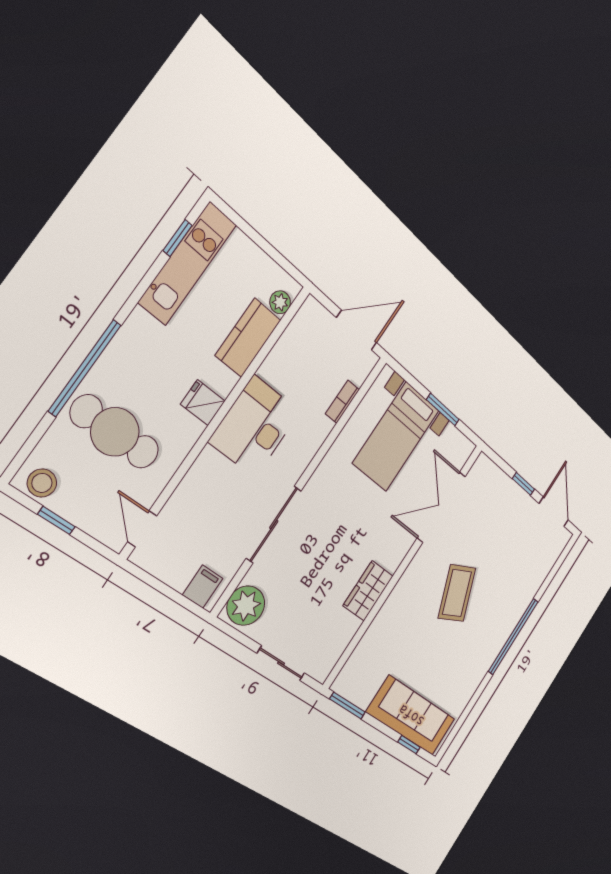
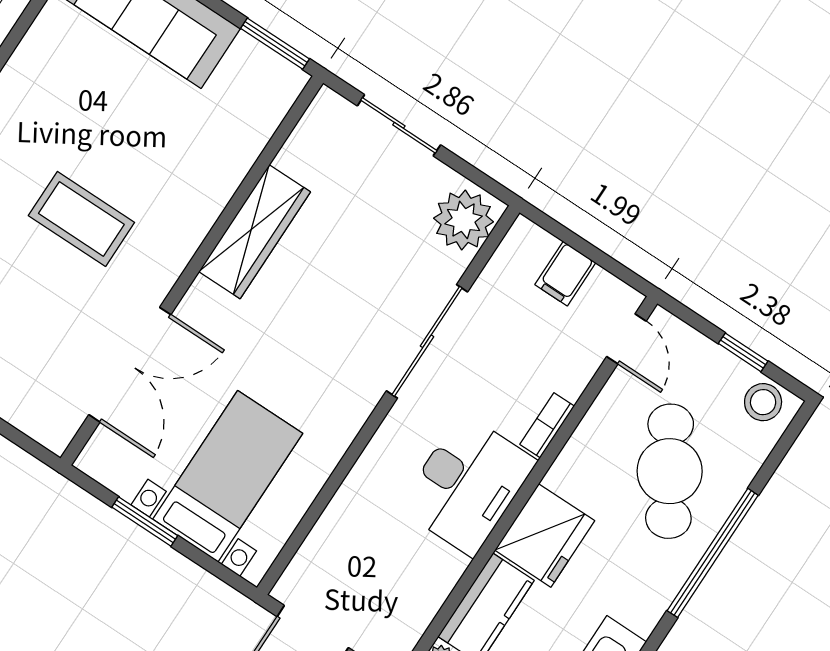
bookcase: (342, 402) -> (547, 425), moved, turned 180
fridge: (203, 403) -> (545, 535), width x1.88, depth x1.34
cafe table: (115, 432) -> (670, 471), turned 58
filing cabinet: (203, 587) -> (565, 274), moved
wardrobe: (368, 591) -> (255, 232), width x1.50
coffee table: (457, 593) -> (81, 219), turned -66

